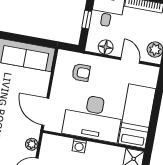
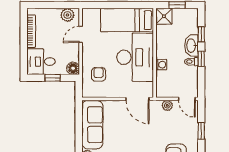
floor lamp: (106, 47) -> (73, 68), moved
door: (45, 112) -> (137, 99), hinge flipped

